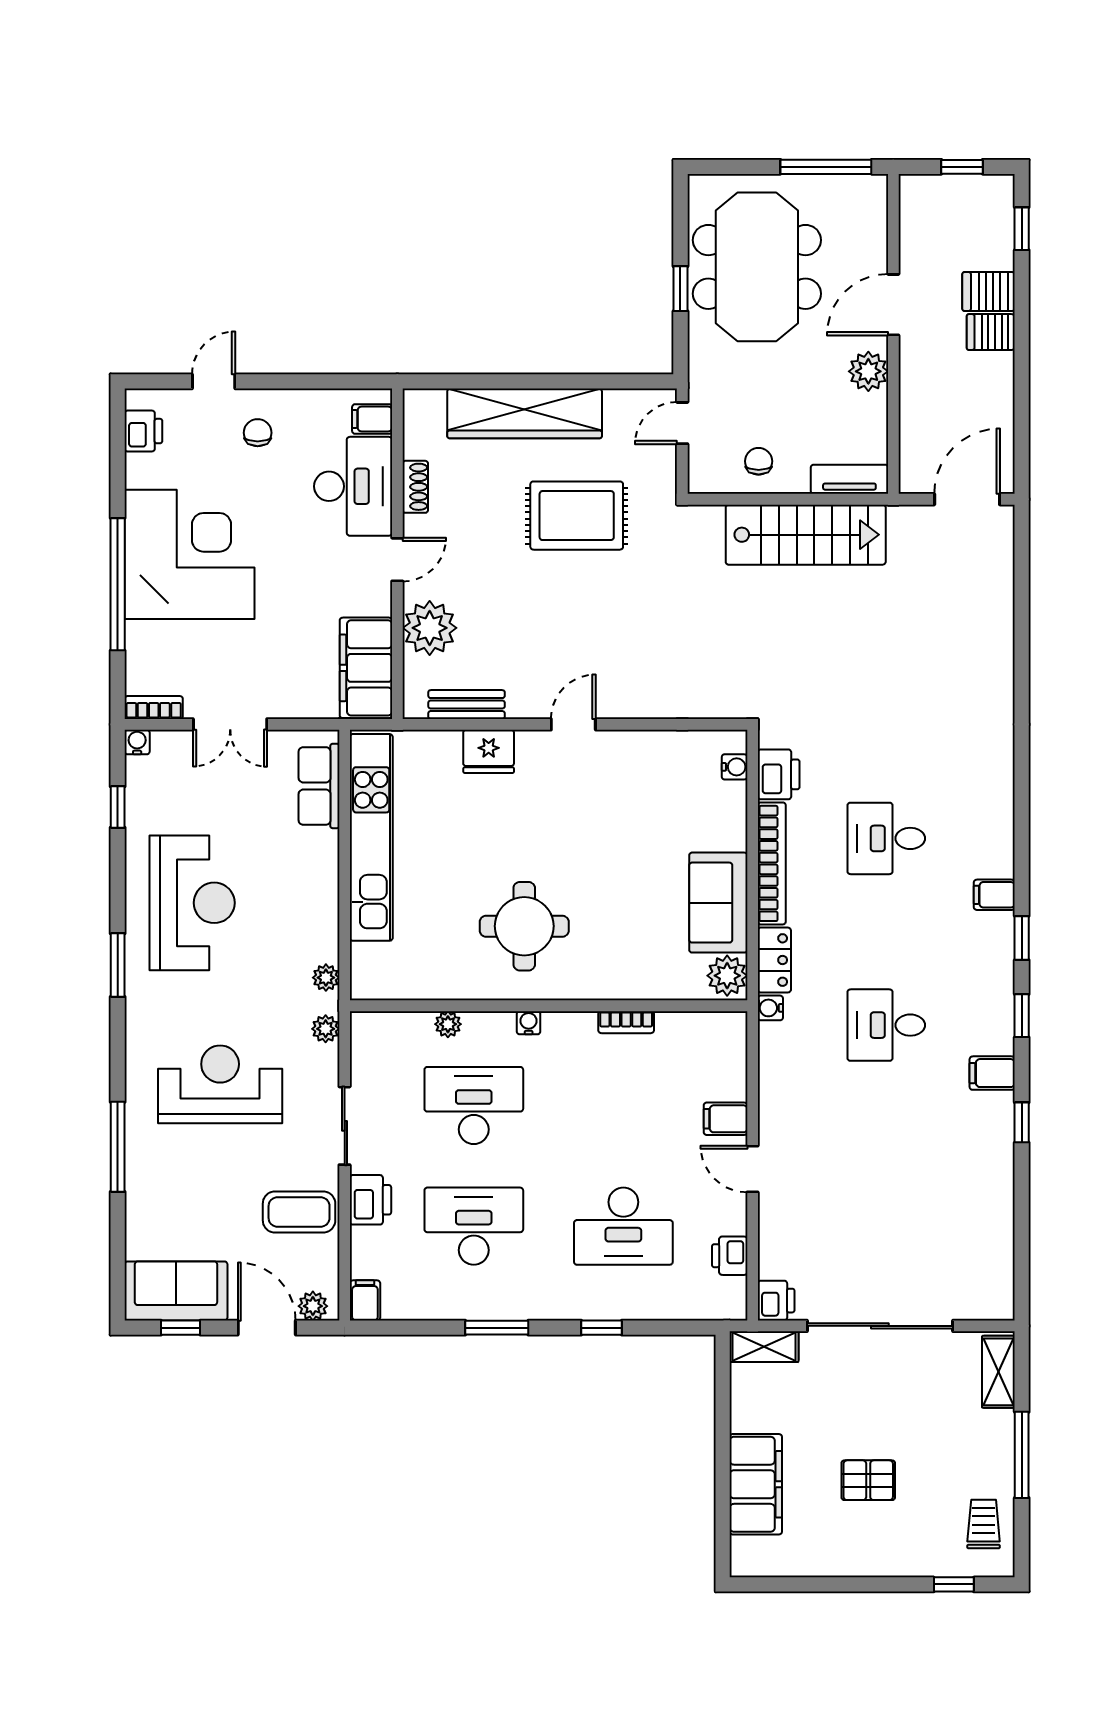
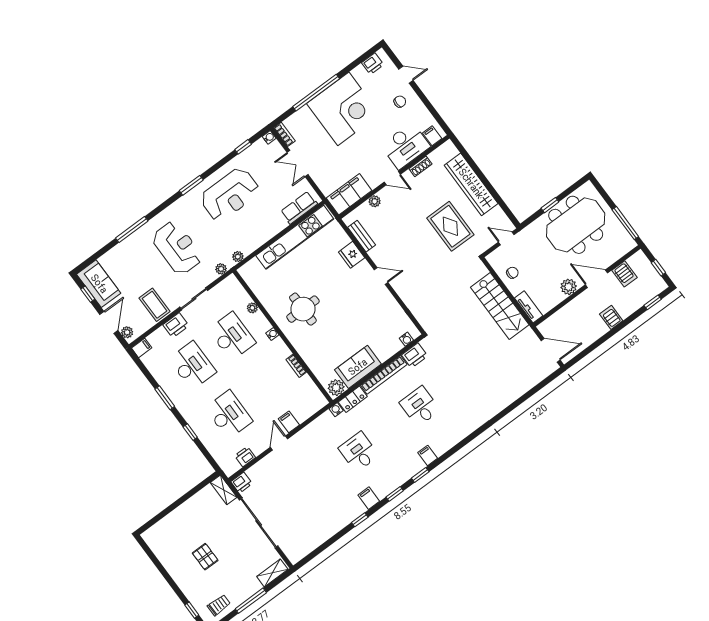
server rack: (989, 292) -> (624, 274), moved, turned 180
plant: (430, 628) -> (375, 201), width x0.53, depth x0.53
desk: (623, 1226) -> (229, 415), turned 180
filing cabinet: (756, 1484) -> (176, 521), removed

